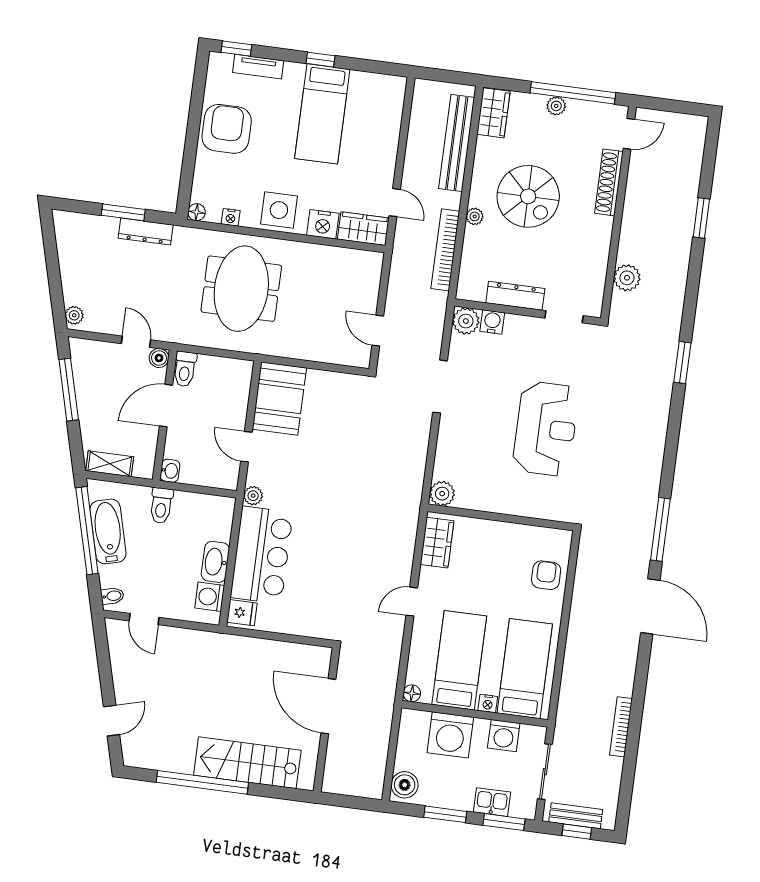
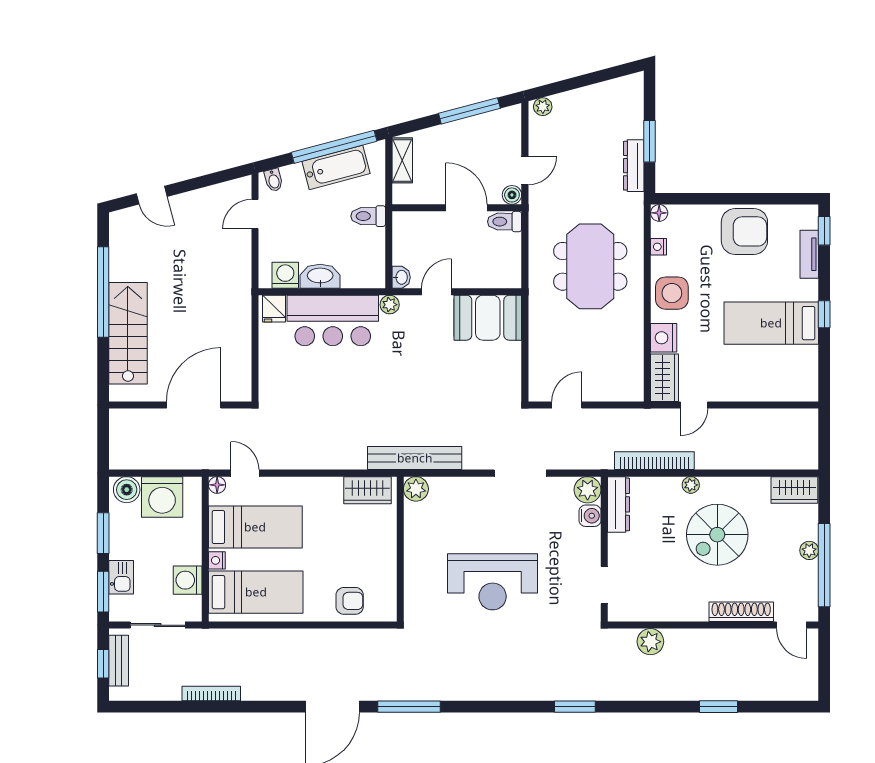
bench: (457, 143) -> (415, 458), moved
meeting table: (241, 289) -> (590, 266), turned 90
dresser: (515, 296) -> (619, 504), moved
washbasin: (170, 471) -> (401, 277), moved, turned -90
door: (412, 602) -> (245, 473), moved
washing machine: (450, 735) -> (162, 497), moved, turned -90

